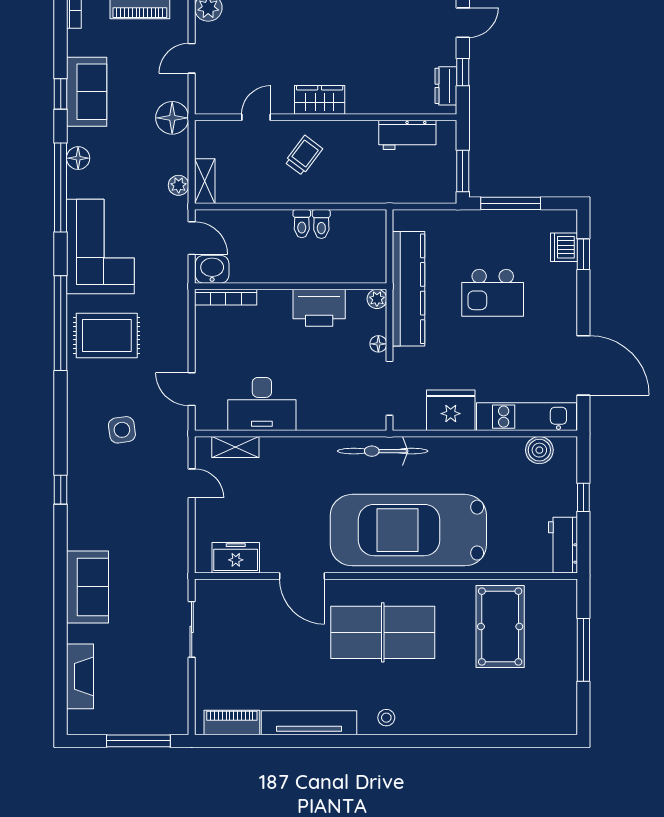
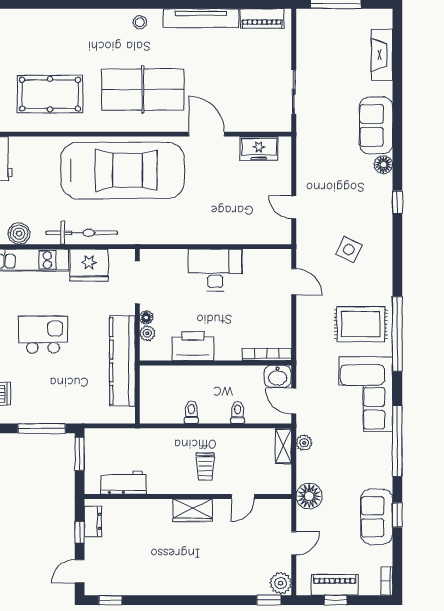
trolley: (304, 155) -> (205, 466), turned -37
floor lamp: (78, 158) -> (383, 165), moved
toilet: (302, 224) -> (238, 412), moved
kitchen island: (493, 293) -> (43, 335), moved
plant: (377, 299) -> (147, 333), moved
desk: (262, 404) -> (215, 270), moved
side table: (122, 430) -> (349, 250), turned 34
shelving: (235, 447) -> (259, 236), removed
bicycle: (383, 451) -> (82, 233), moved
pool table: (500, 627) -> (50, 94), turned 90

